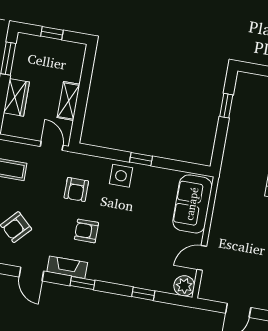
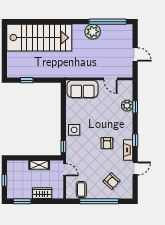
door: (52, 146) -> (65, 170), swing flipped
window: (141, 159) -> (63, 147), moved
armchair: (76, 189) -> (86, 152), removed
plant: (184, 286) -> (127, 106), moved

